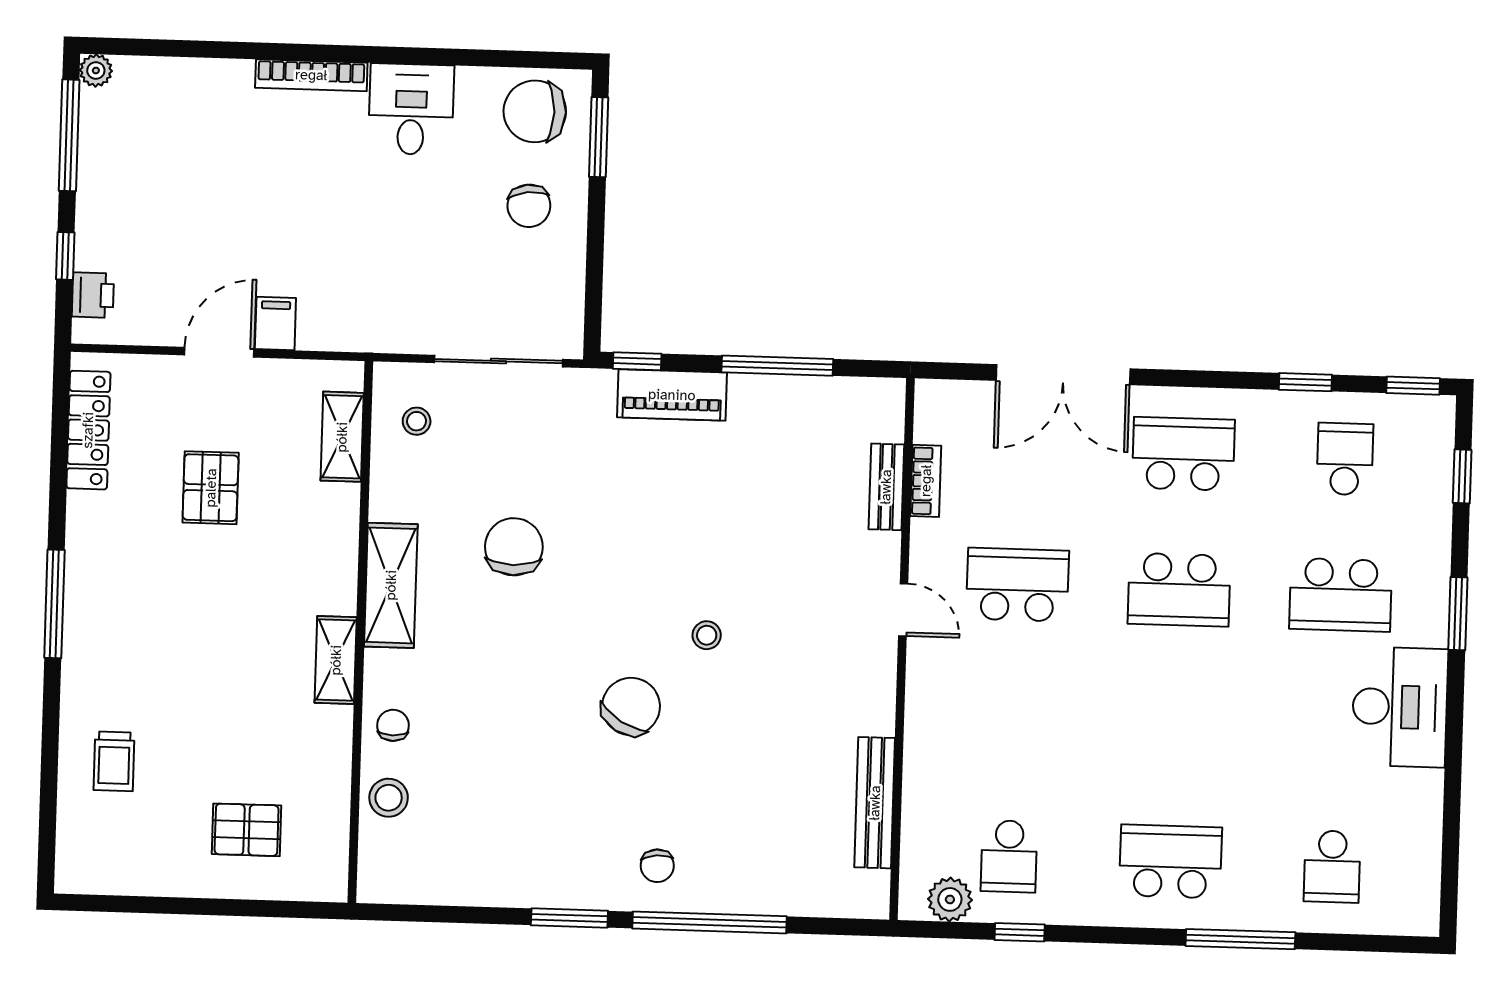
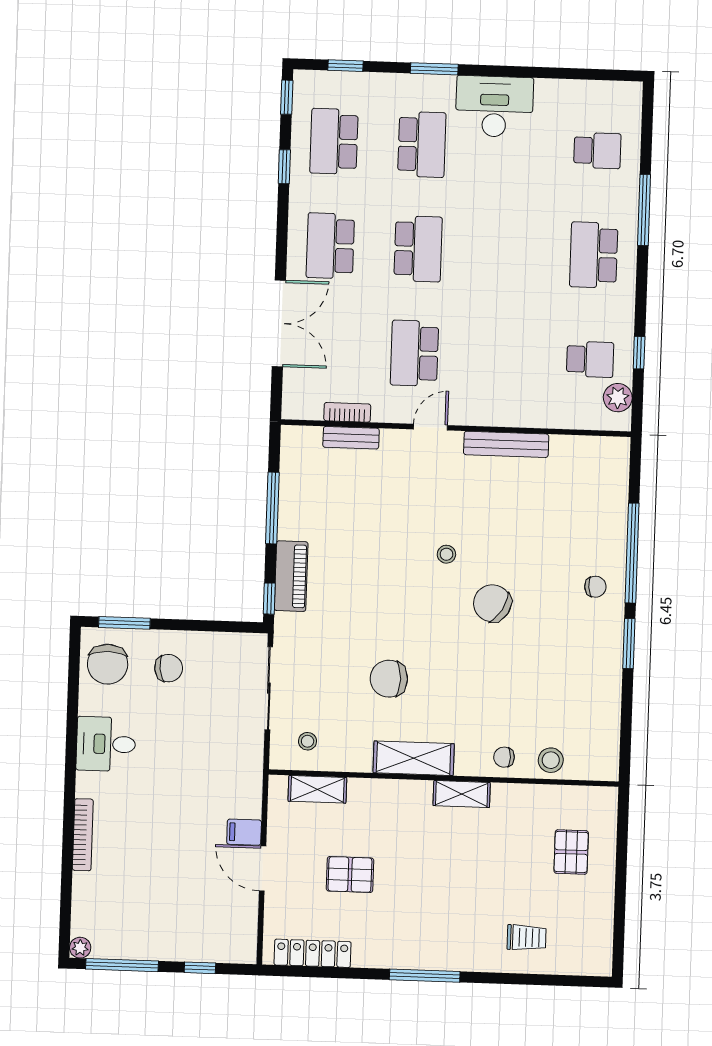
bookcase: (311, 75) -> (83, 835), moved
printer: (93, 295) -> (225, 950), removed
school desk: (1345, 459) -> (334, 141), width x1.85
bench: (875, 803) -> (506, 444), moved

